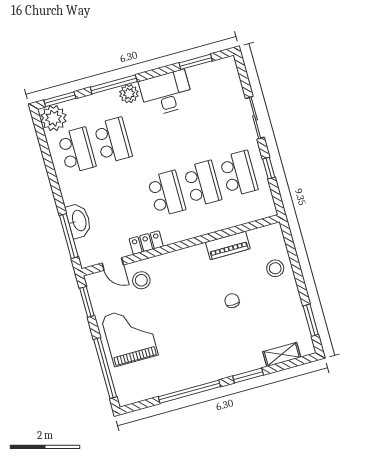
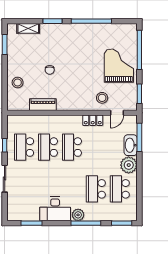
plant: (53, 118) -> (129, 165), moved
door: (113, 264) -> (117, 113), swing flipped
grand piano: (130, 336) -> (119, 66), turned 180

